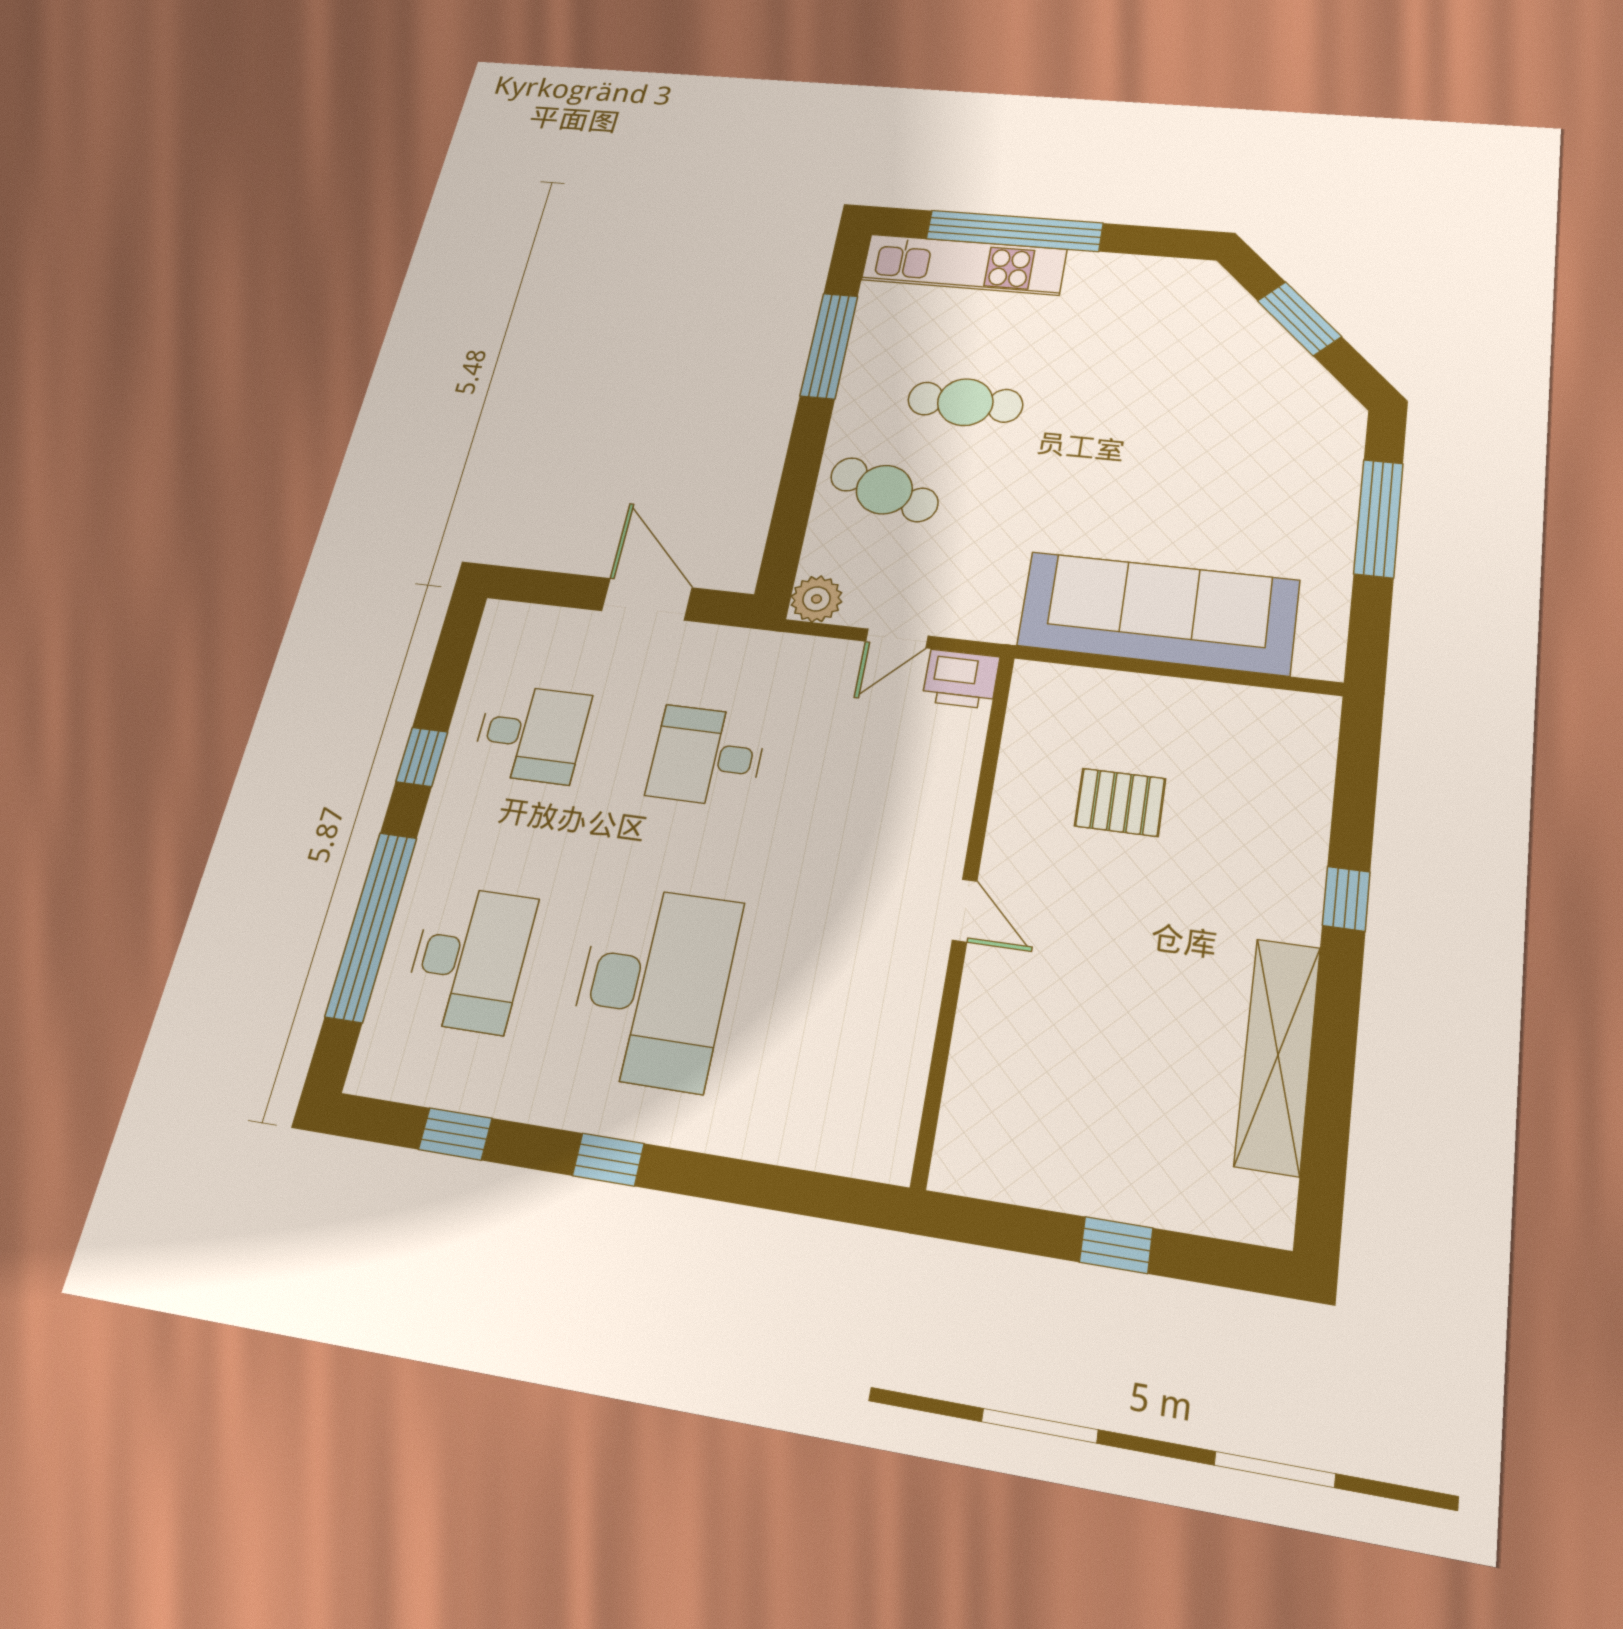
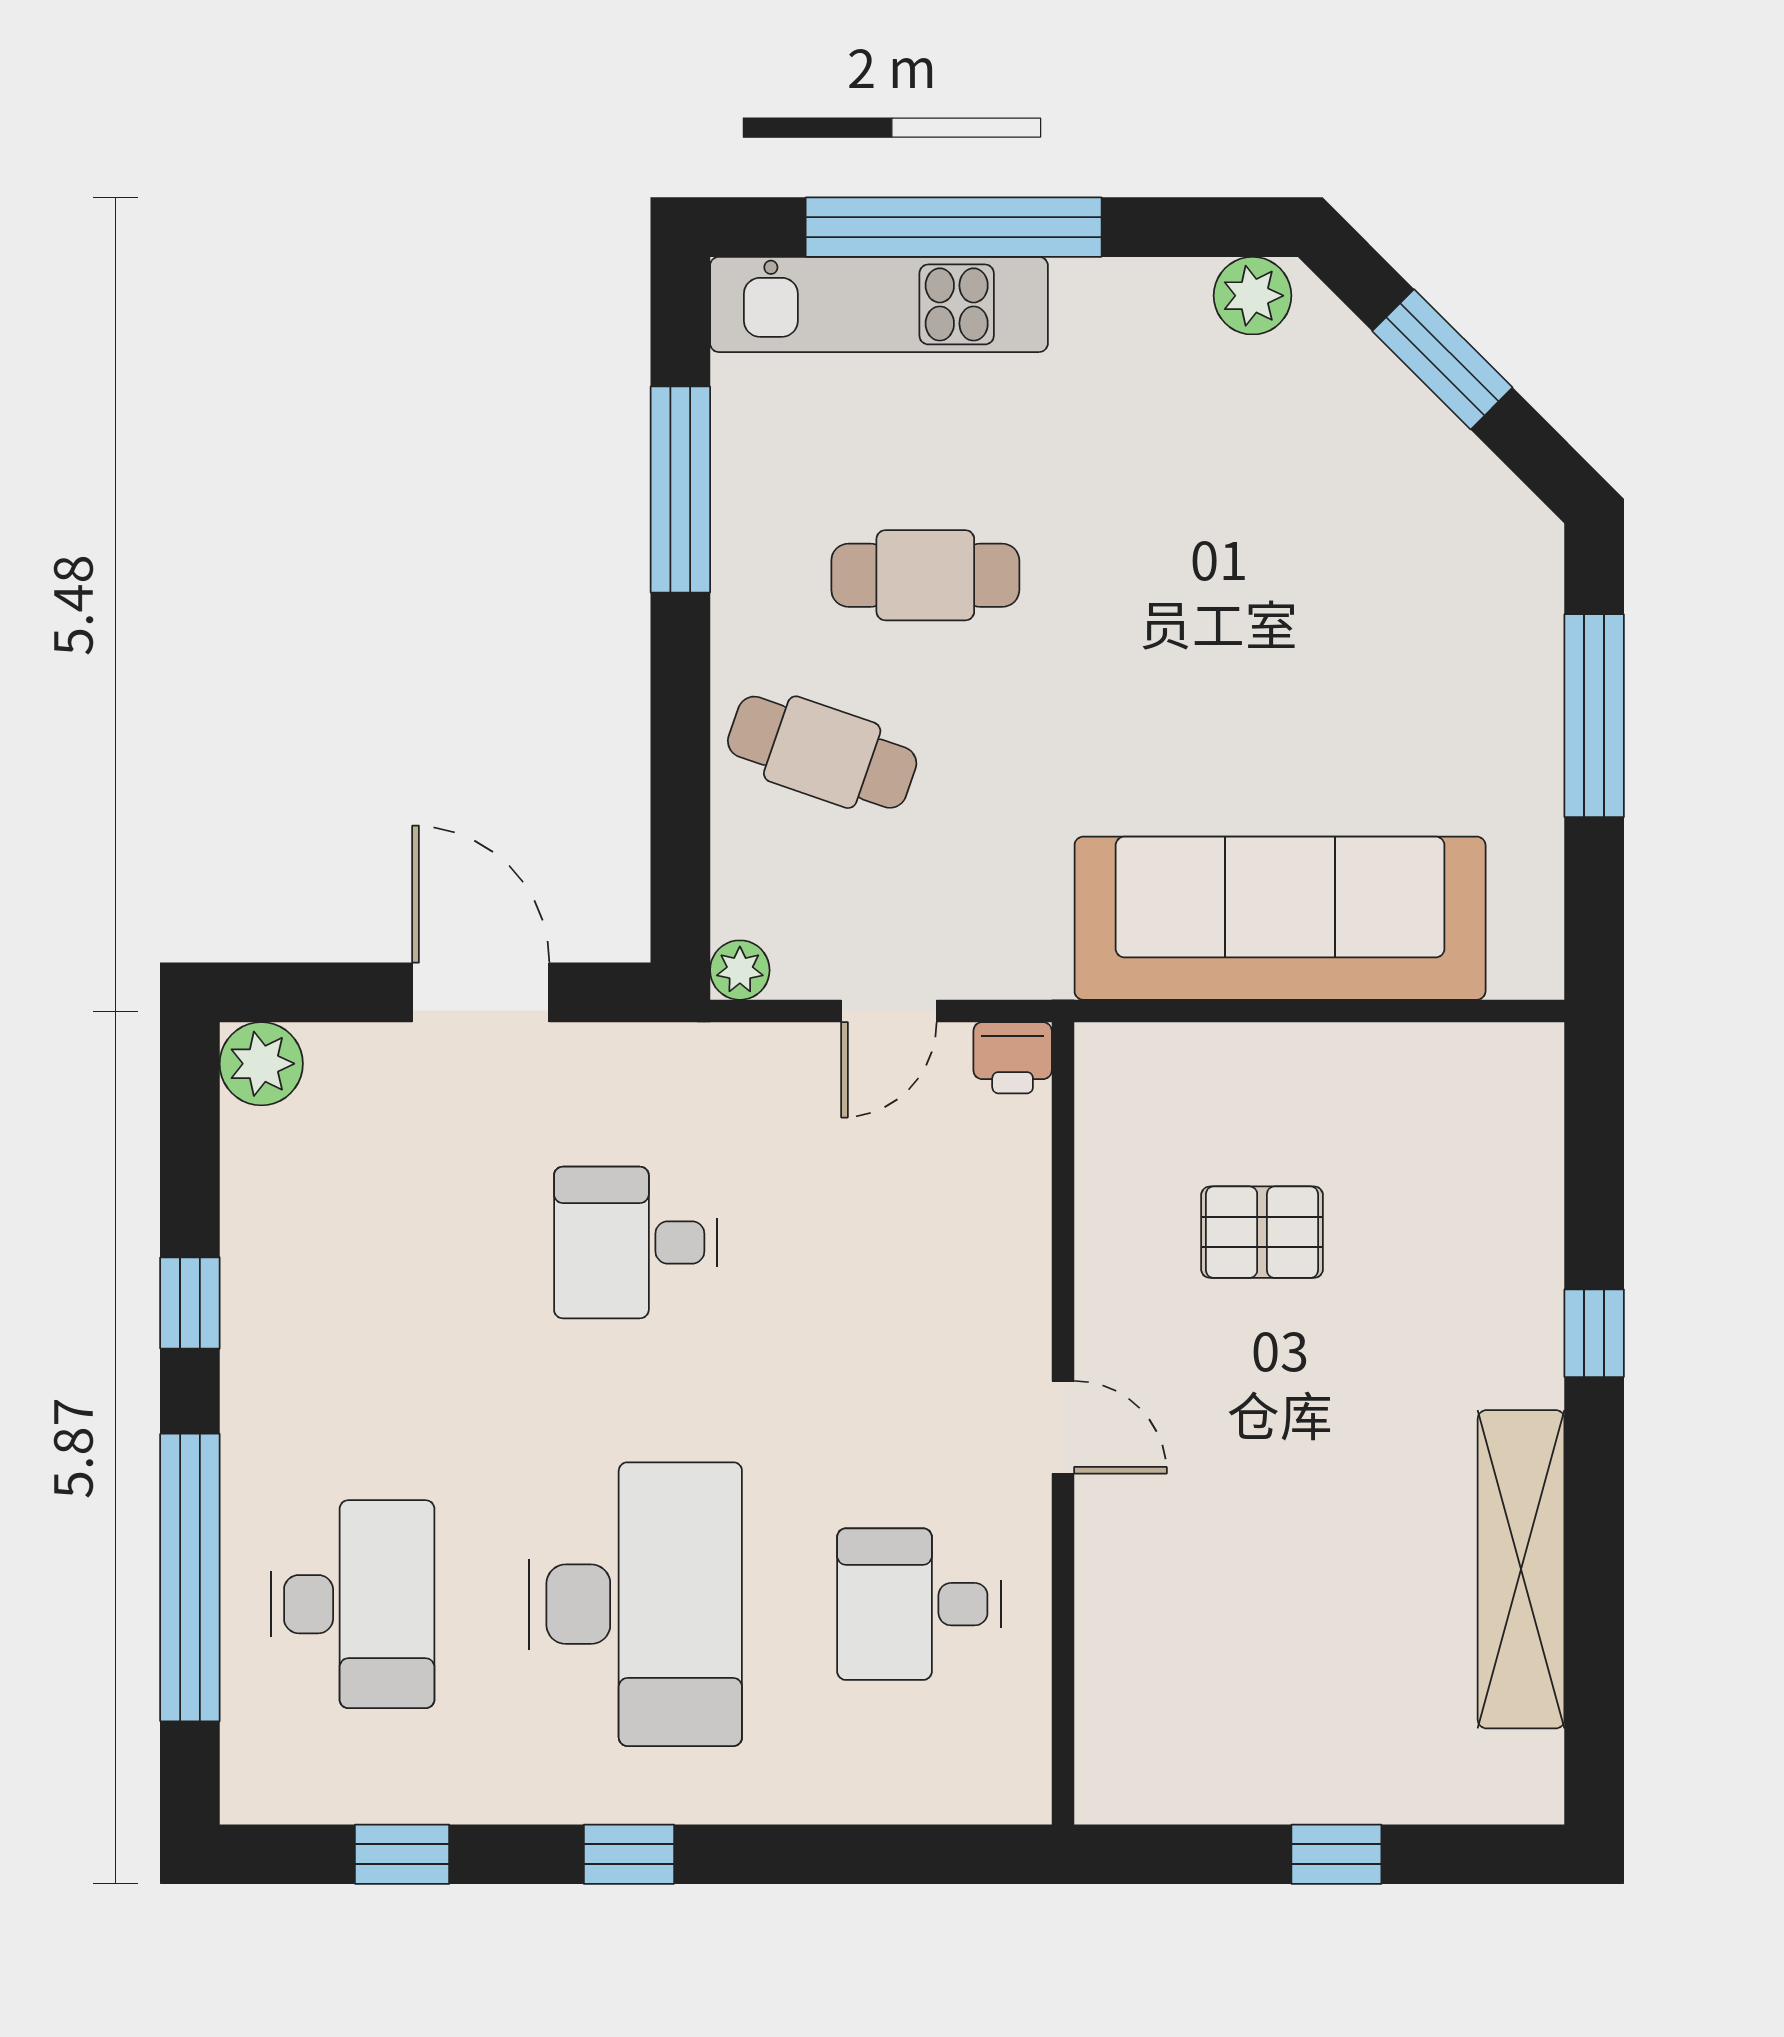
plant: (1186, 278) -> (1253, 296), added
plant: (816, 599) -> (740, 970), width x0.73, depth x0.73
plant: (505, 624) -> (261, 1064), added
printer: (961, 679) -> (1013, 1058), width x0.73, depth x0.81
desk: (531, 734) -> (919, 1604), moved, turned 180

